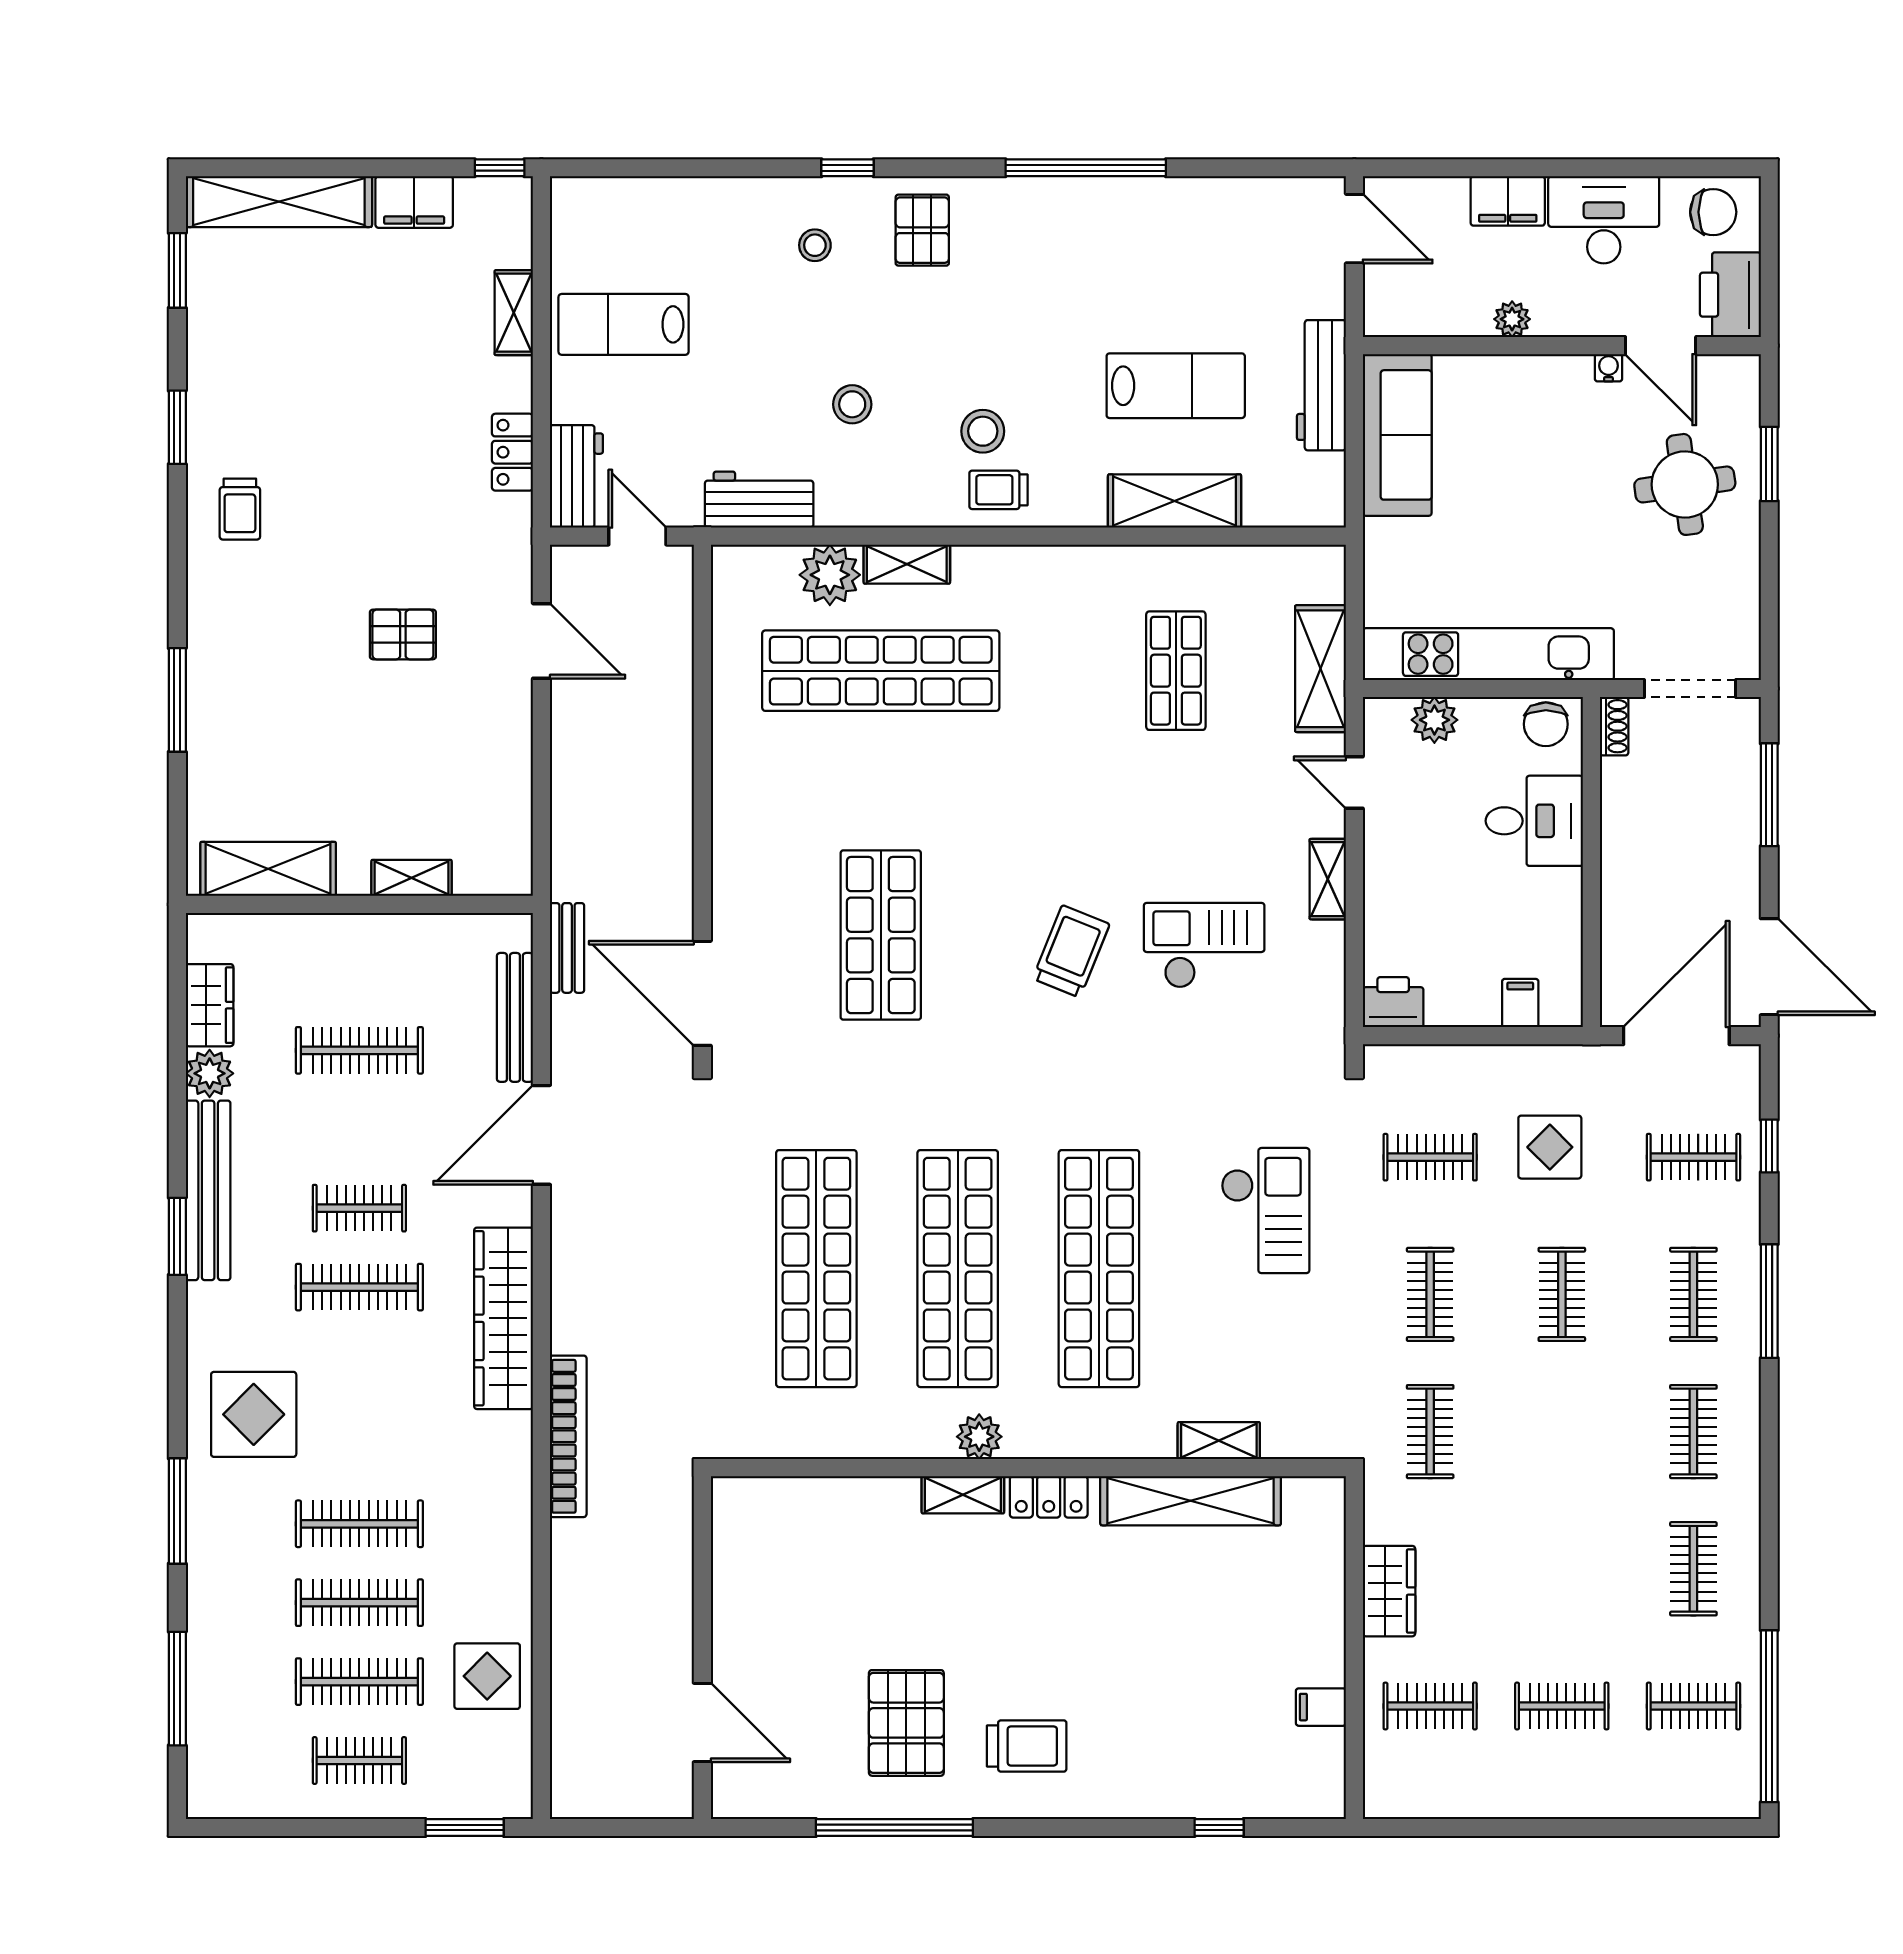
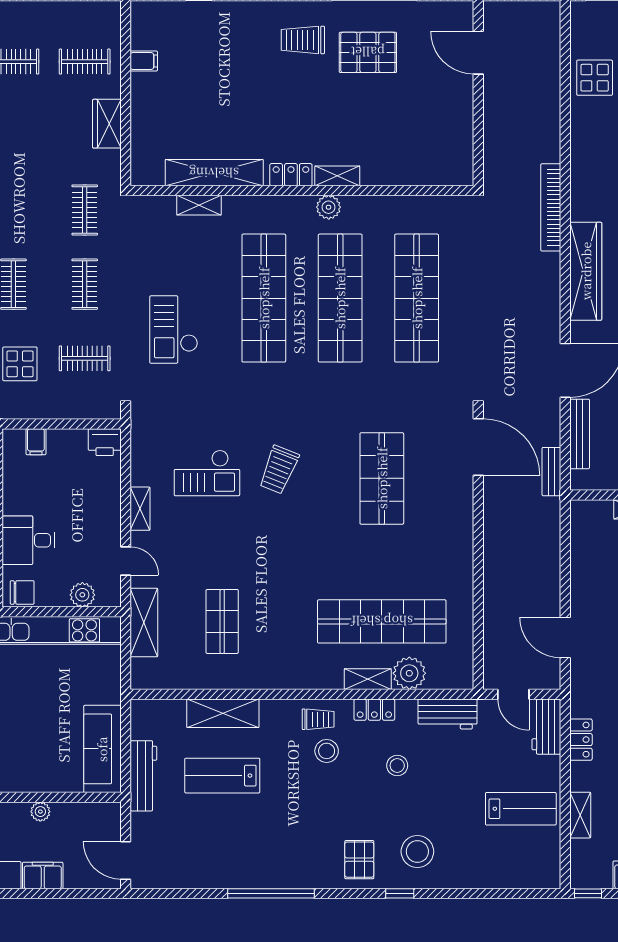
stool: (815, 245) -> (417, 851), width x1.89, depth x1.89
locker: (894, 508) -> (374, 710), added
chair: (1546, 724) -> (22, 592), turned 90
pallet: (906, 1723) -> (368, 52), turned 90

